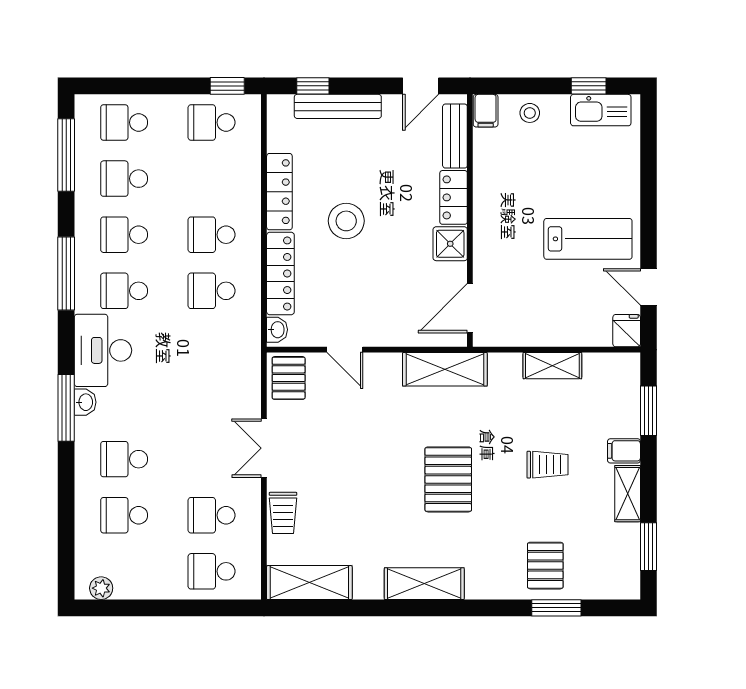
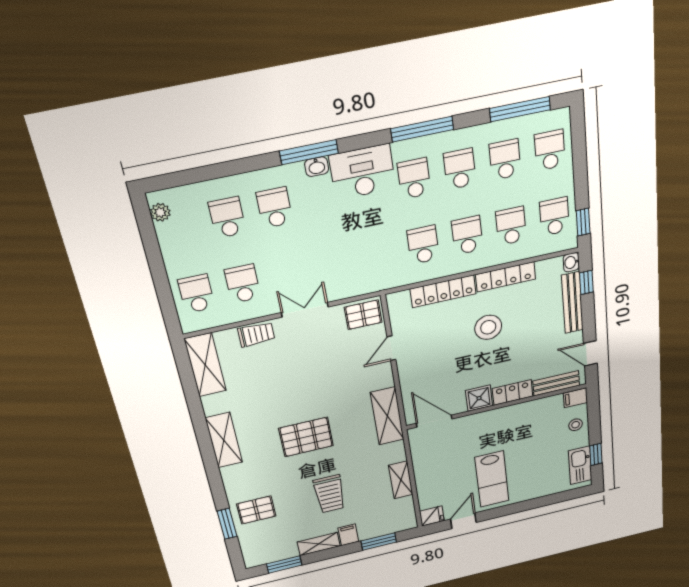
school desk: (212, 179) -> (511, 226), added
washbasin: (277, 330) -> (571, 262), moved, turned 90
trolley: (548, 465) -> (330, 494), width x1.36, depth x1.39
trolley: (283, 513) -> (256, 334), turned 180

